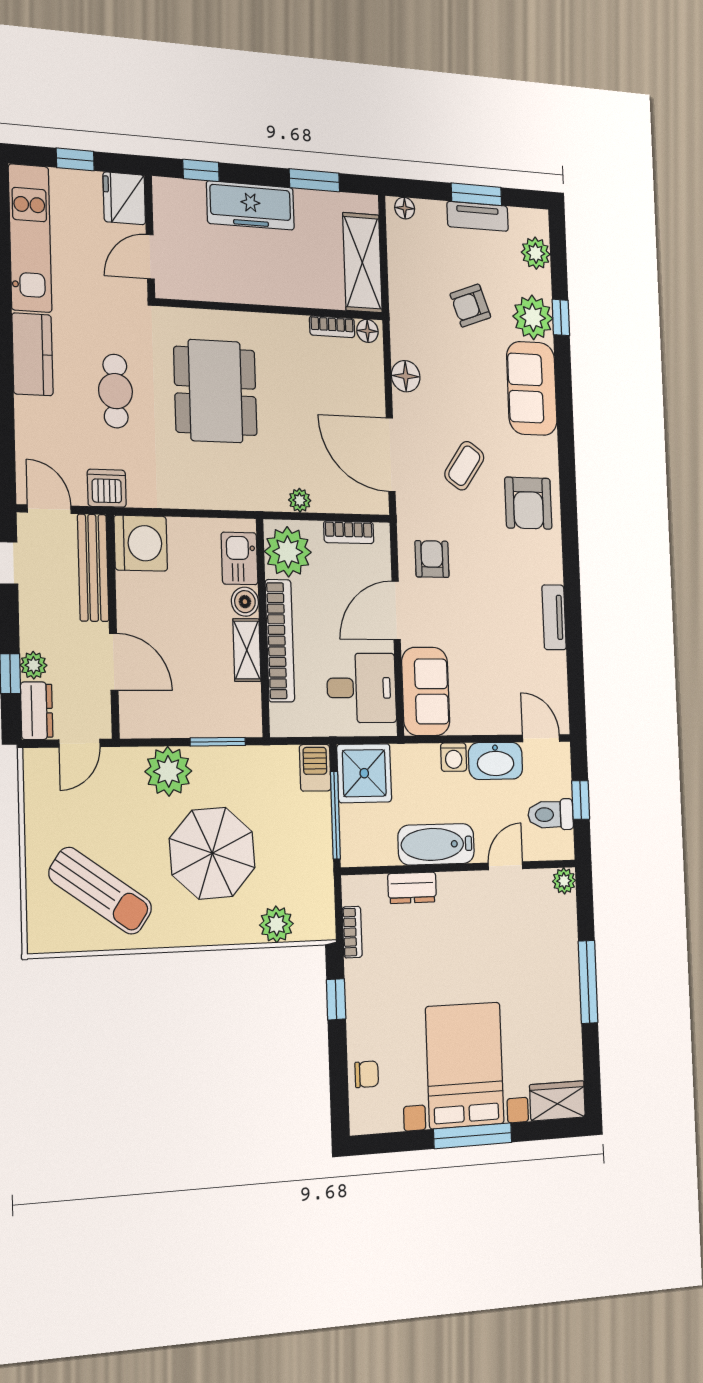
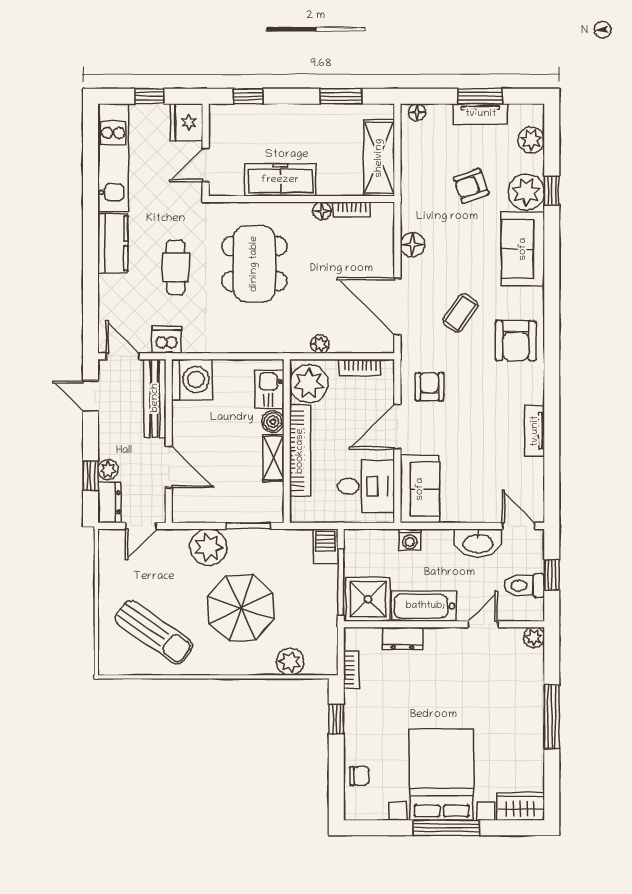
freezer: (250, 205) -> (280, 180), moved, turned 180
floor lamp: (367, 331) -> (322, 211), moved
washing machine: (454, 757) -> (410, 540), moved
shower: (364, 773) -> (368, 599), moved

